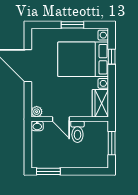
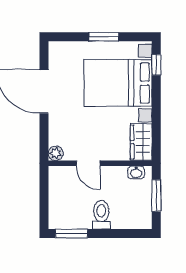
window: (112, 57) -> (156, 65), moved
washbasin: (37, 126) -> (136, 173), moved
toilet: (77, 132) -> (101, 215), moved, turned 180

